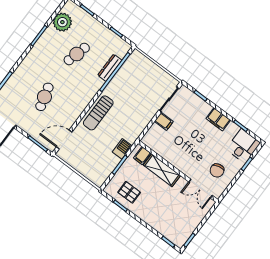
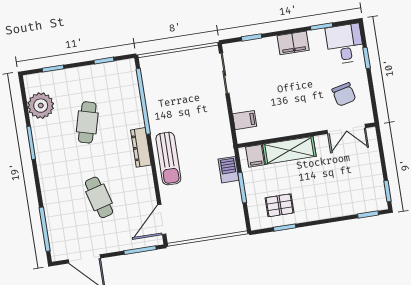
dresser: (110, 68) -> (141, 147), moved
filing cabinet: (164, 121) -> (245, 120), moved

